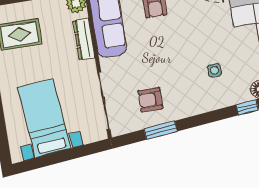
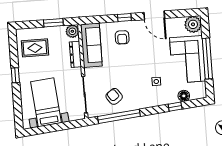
armchair: (150, 100) -> (114, 96), turned 54
window: (161, 130) -> (119, 116), width x2.11

